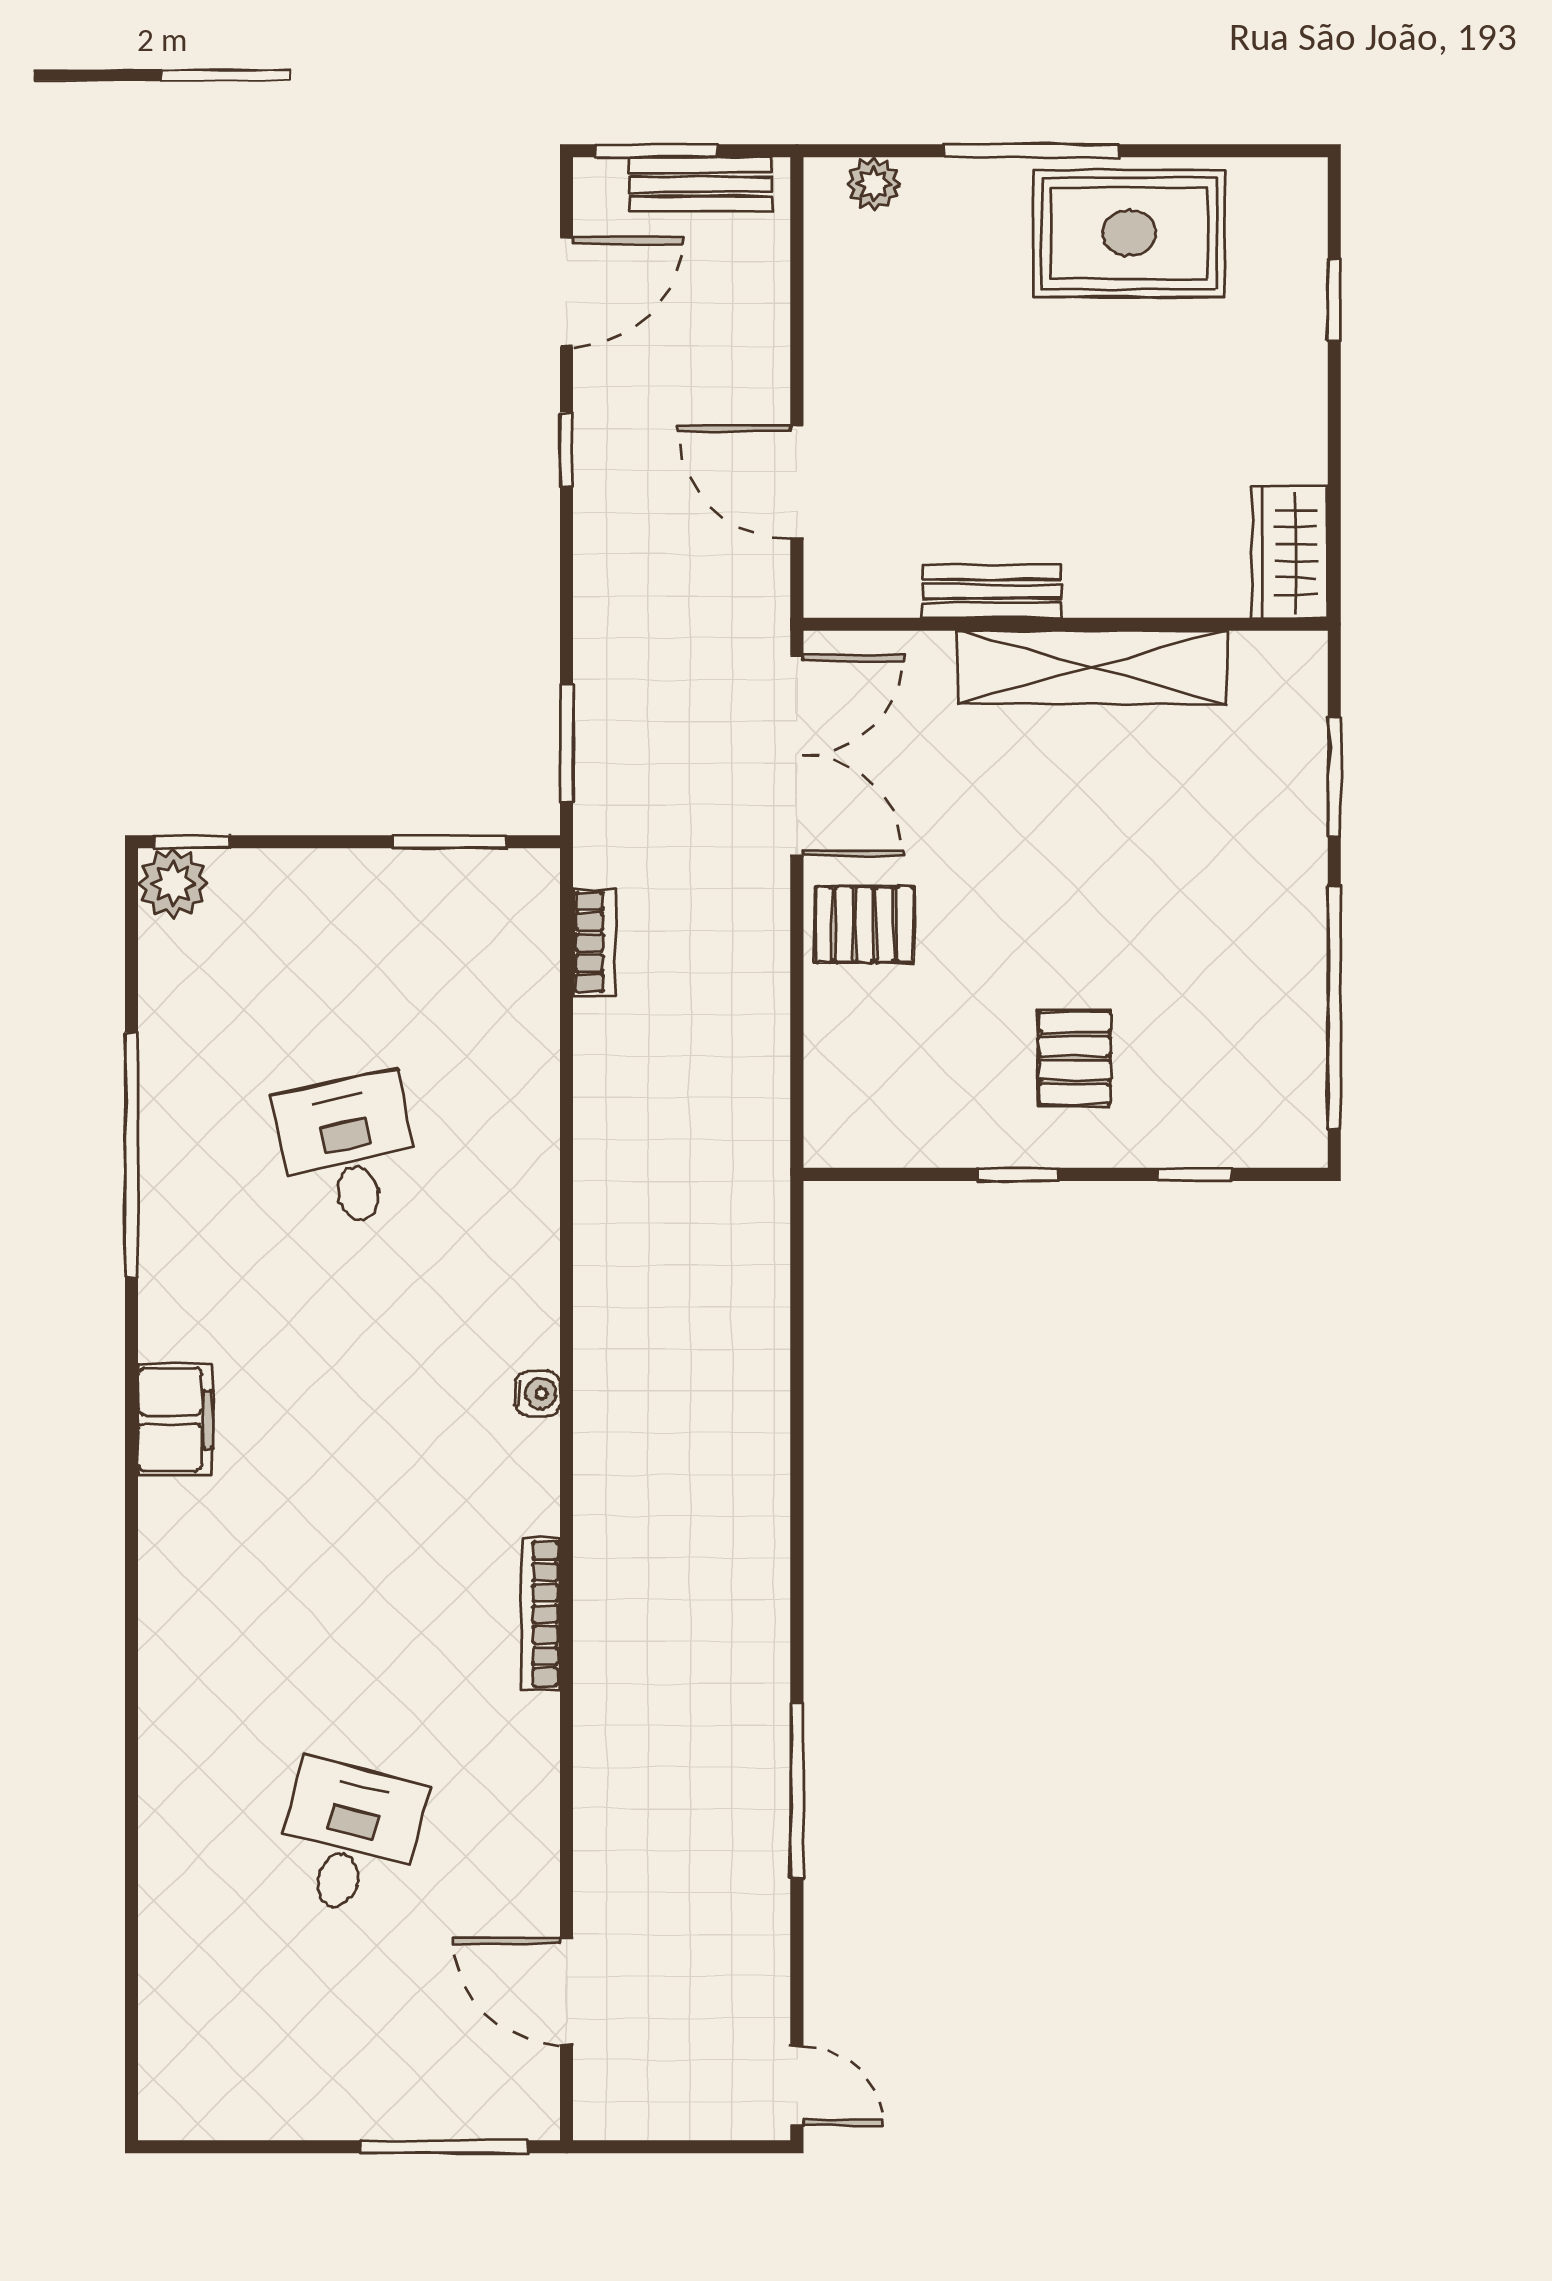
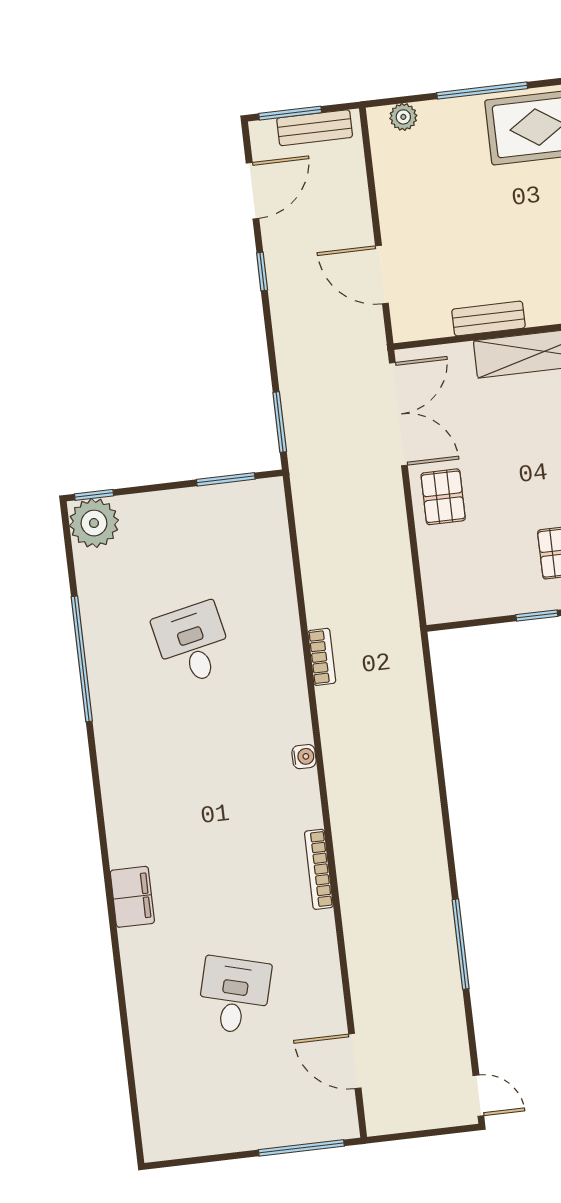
plant: (173, 883) -> (94, 523), width x1.36, depth x1.36
pallet: (864, 925) -> (443, 497), turned 90
bookcase: (594, 942) -> (322, 657), moved
filing cabinet: (175, 1420) -> (132, 897), moved

